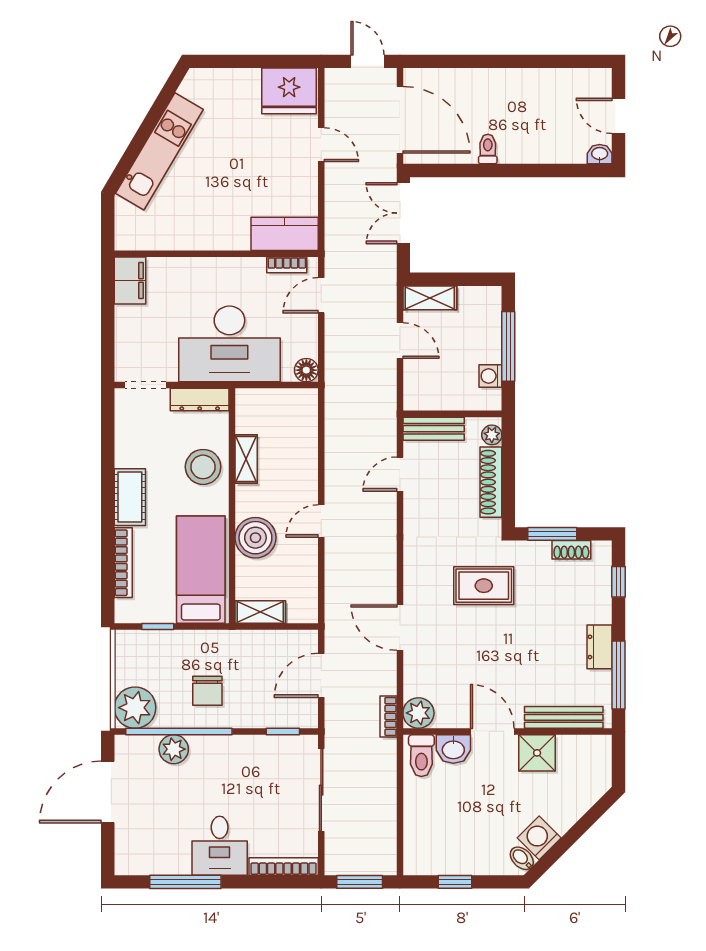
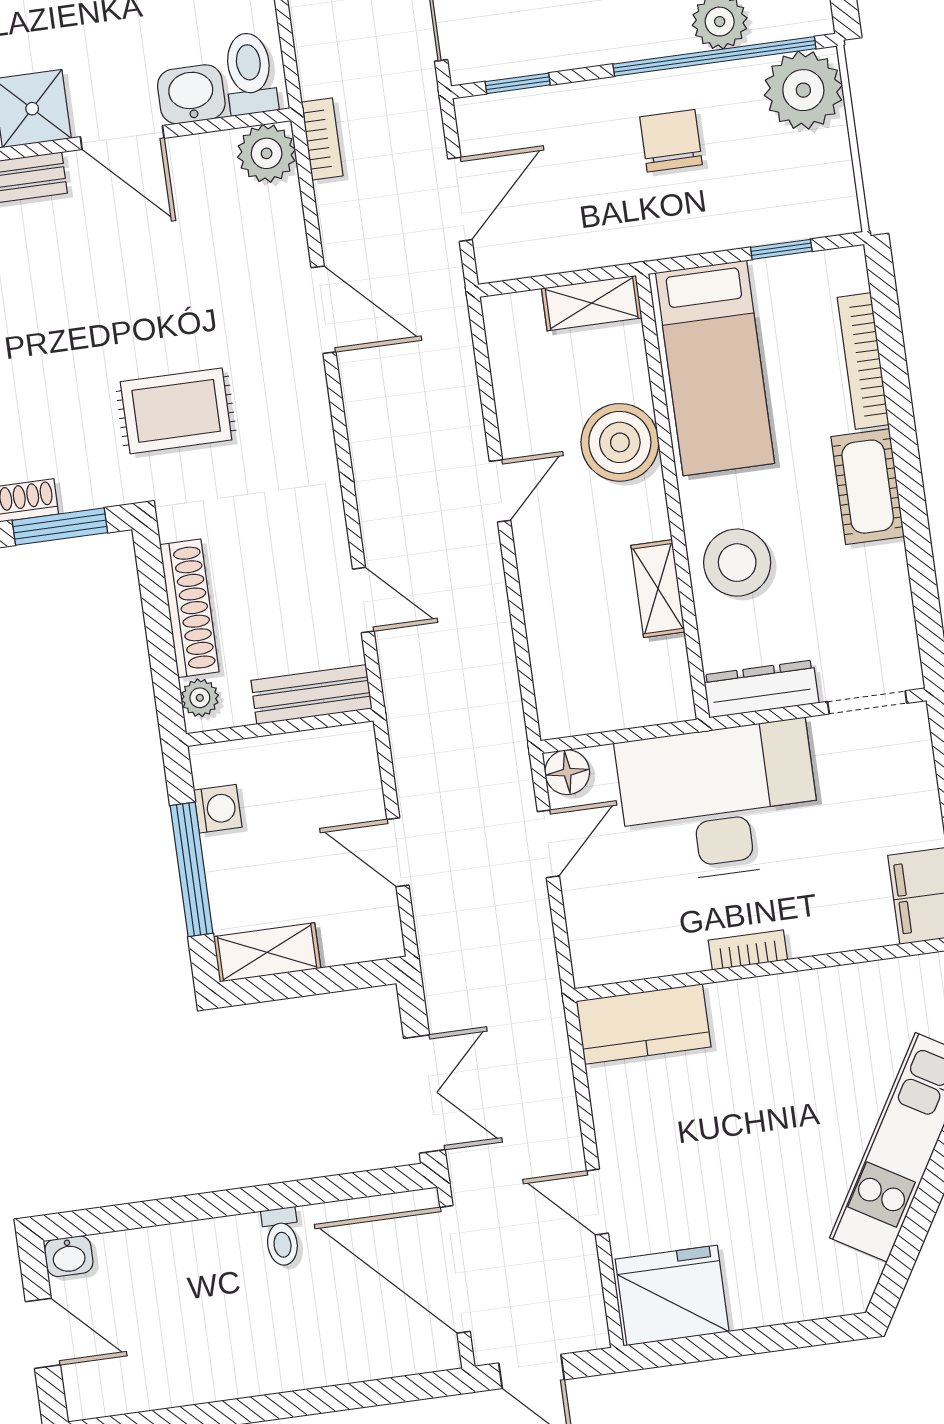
bookcase: (287, 265) -> (748, 950), moved
door: (321, 295) -> (548, 844), moved
shelving: (430, 298) -> (267, 952), moved
door: (400, 474) -> (363, 600), hinge flipped

